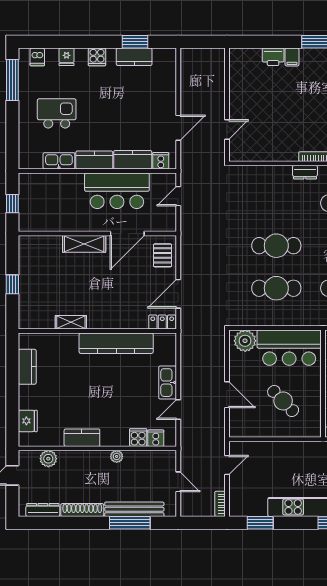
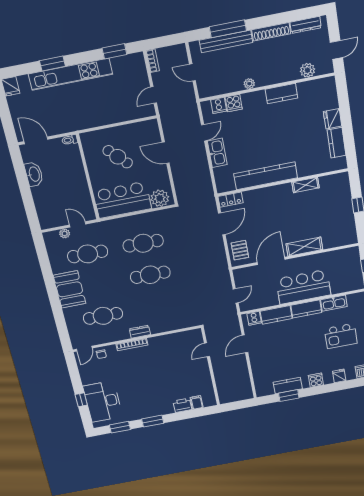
filing cabinet: (292, 57) -> (197, 402), moved
bar counter: (117, 191) -> (303, 287), moved
fridge: (28, 421) -> (333, 119), moved

